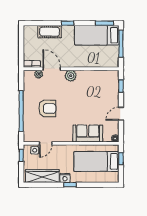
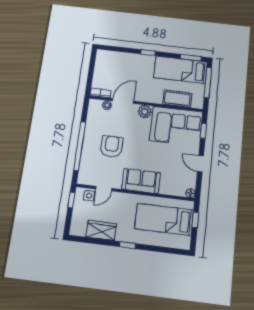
cot: (50, 32) -> (177, 99), moved
door: (52, 69) -> (123, 101), hinge flipped
corner sofa: (98, 85) -> (176, 126), added
armchair: (47, 108) -> (112, 147), turned -90
door: (121, 114) -> (200, 164), hinge flipped
sofa: (88, 133) -> (141, 181), moved
wardrobe: (42, 176) -> (101, 230), width x0.67
nightstand: (65, 178) -> (122, 236), removed

